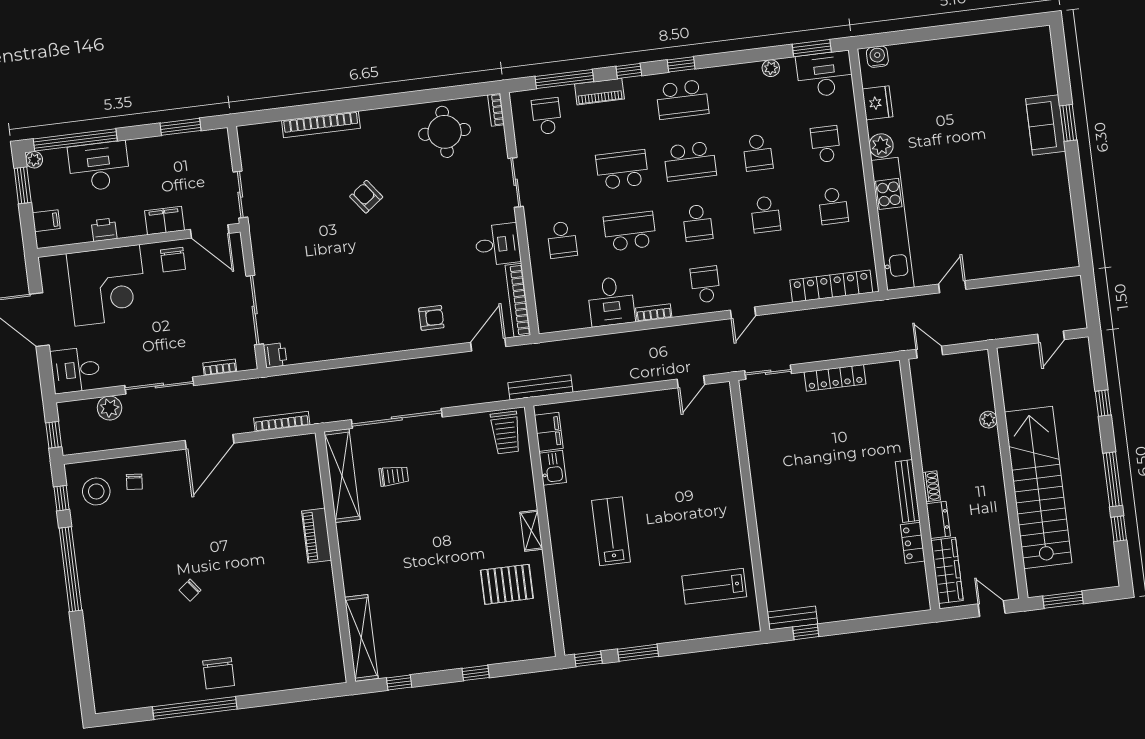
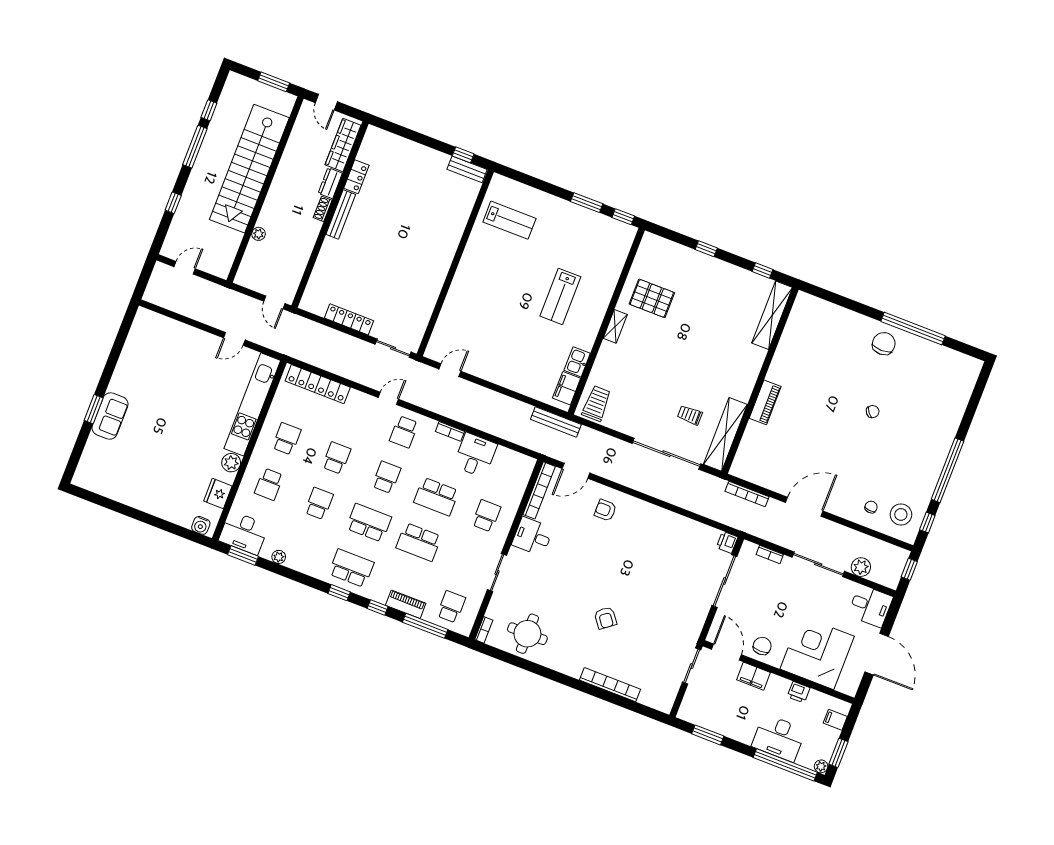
school desk: (547, 116) -> (451, 607), turned 180

